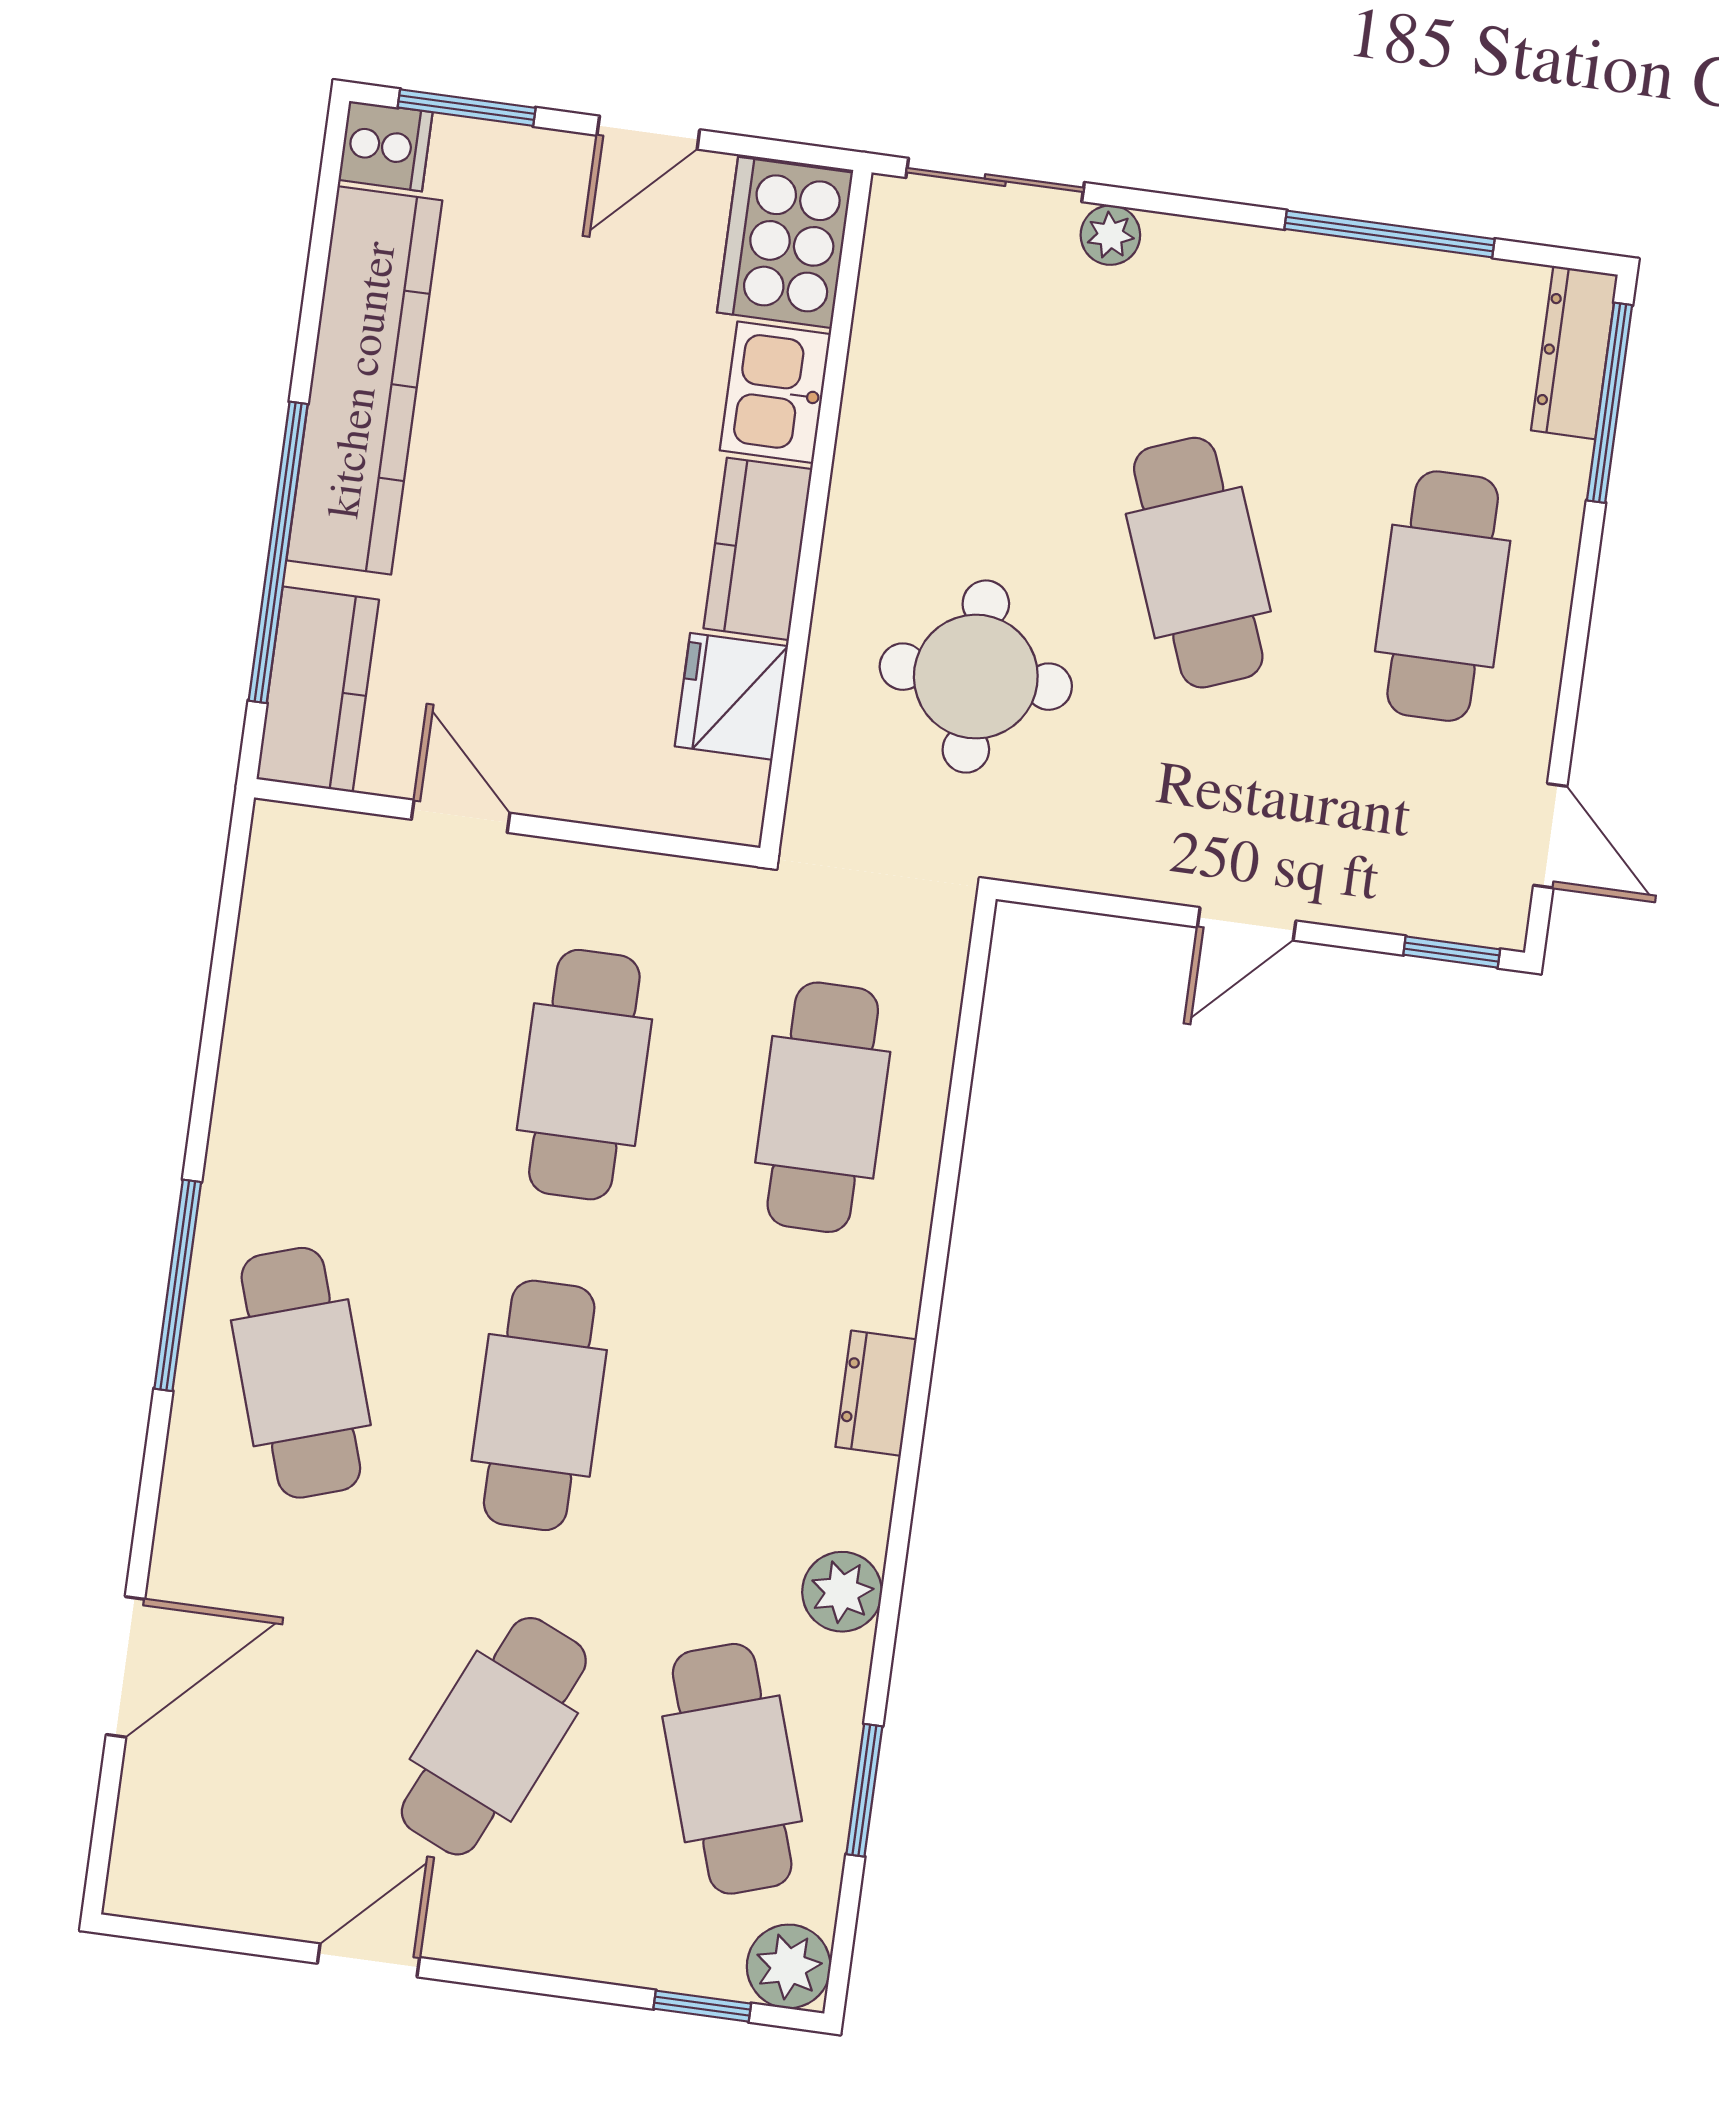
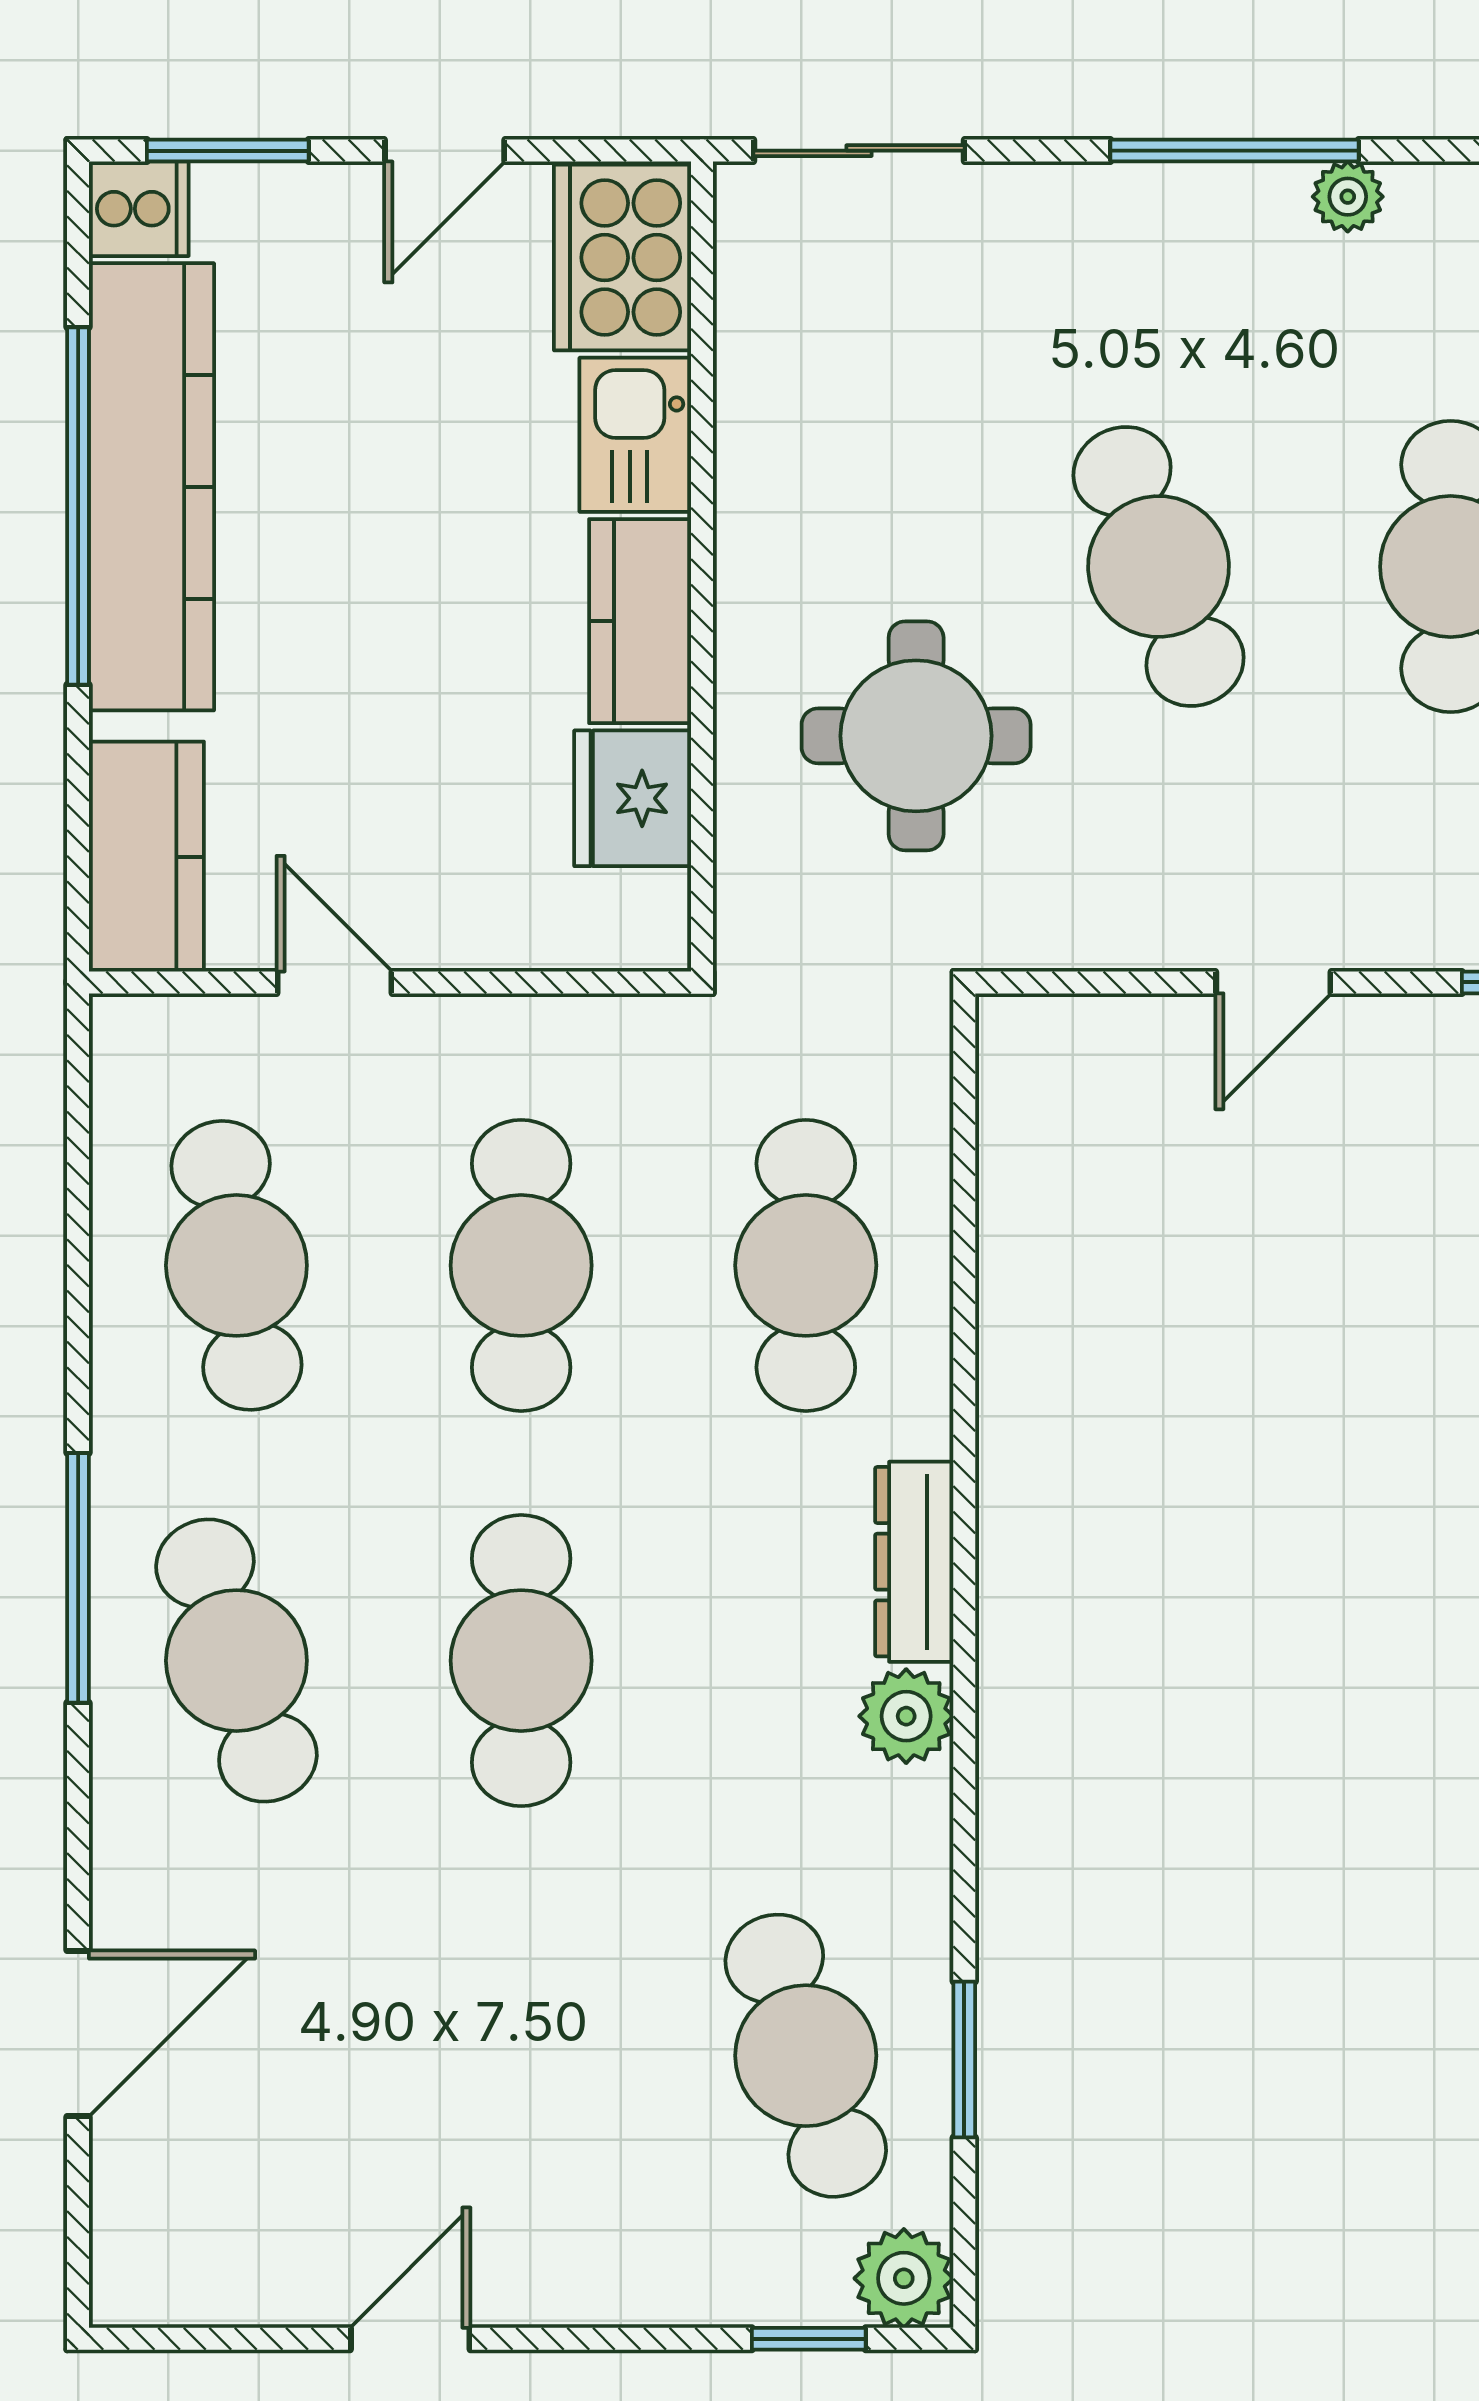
window: (1390, 234) -> (1234, 151), moved
plant: (1110, 235) -> (1348, 197), moved
window: (278, 552) -> (78, 506), moved
dresser: (876, 1393) -> (914, 1562), width x1.44
plant: (842, 1592) -> (906, 1716), moved
cafe table: (494, 1736) -> (236, 1265), moved, turned -33

